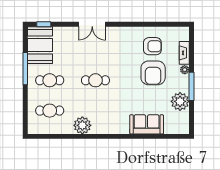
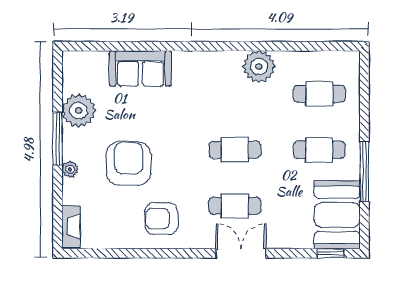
armchair: (152, 46) -> (161, 219), moved
cafe table: (95, 50) -> (235, 206), added
fireplace: (184, 53) -> (71, 227), moved

